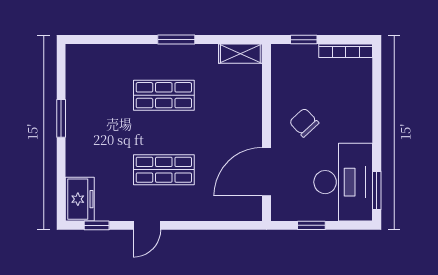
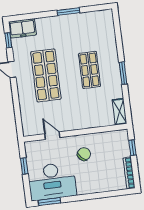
shop shelf: (164, 170) -> (46, 75), width x1.43, depth x1.36
door: (266, 172) -> (52, 136), width x0.53

